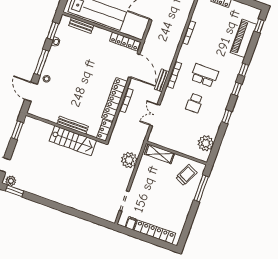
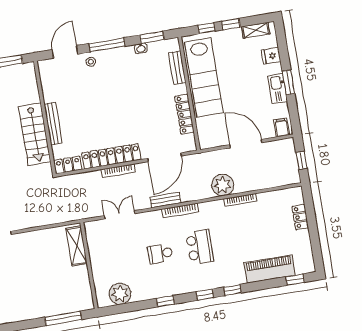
locker: (125, 41) -> (185, 114), moved
plant: (129, 160) -> (223, 185), moved
trolley: (186, 175) -> (69, 292), removed

